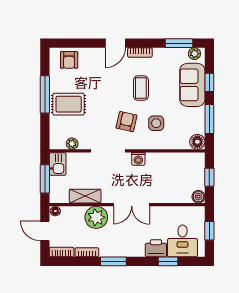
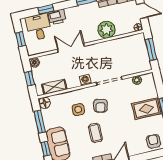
kitchen sink: (58, 164) -> (144, 63), removed
shelving: (85, 196) -> (54, 87), moved
double door: (132, 205) -> (71, 48), moved

